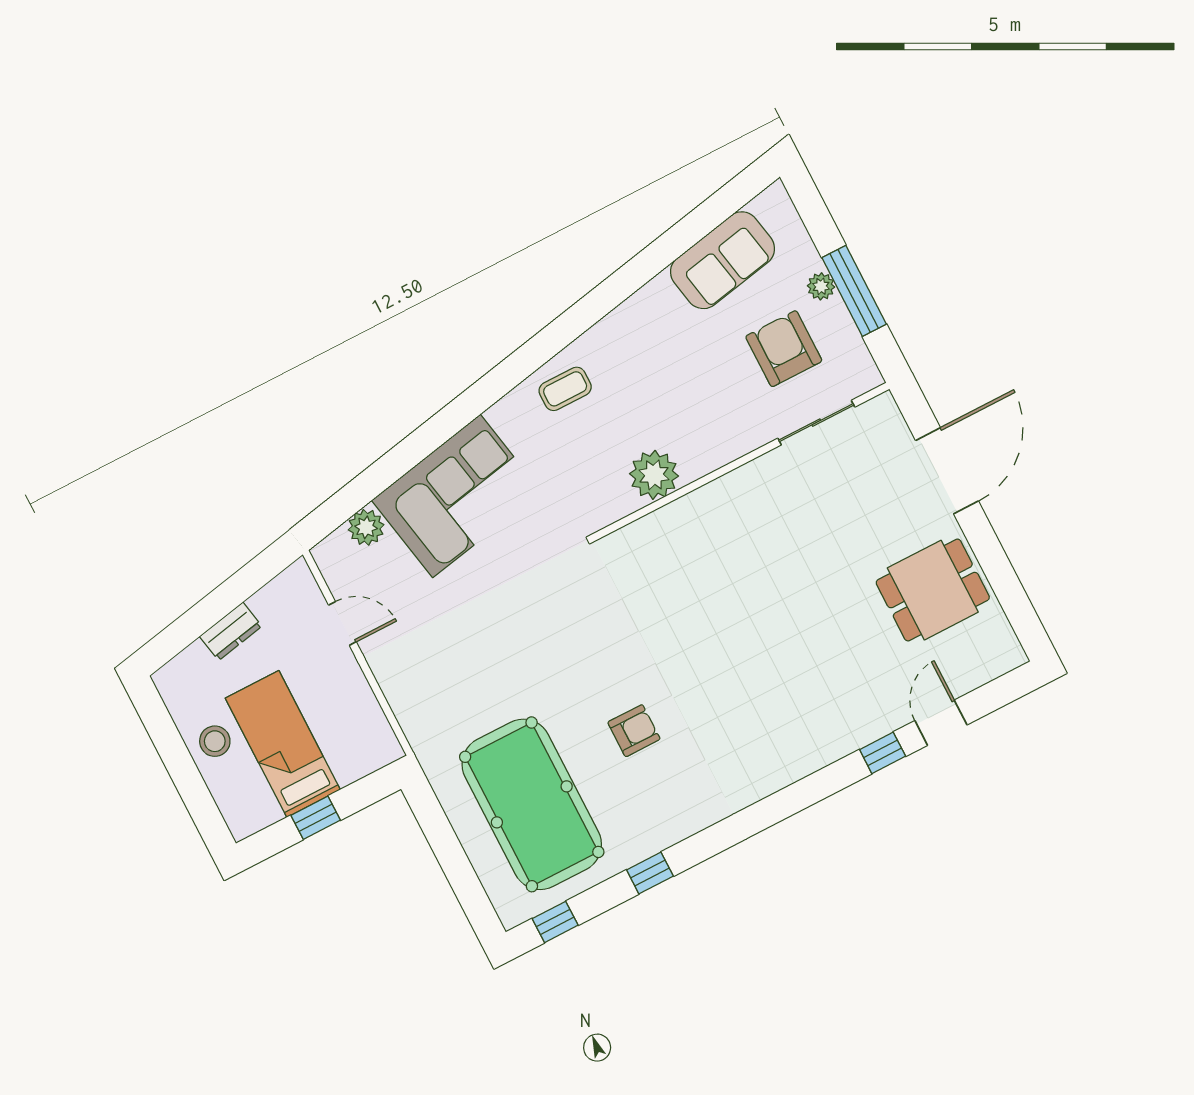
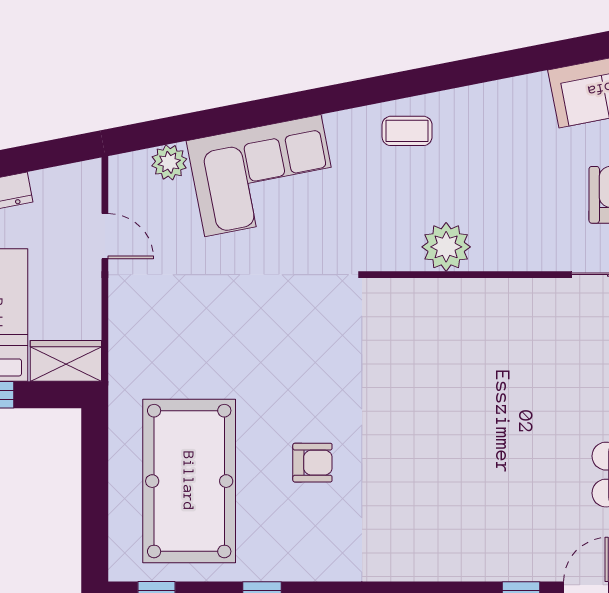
wardrobe: (365, 754) -> (66, 361), added

